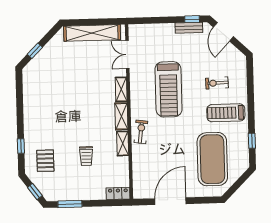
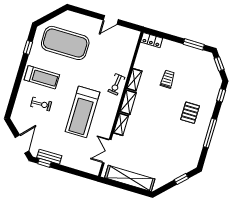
double door: (127, 55) -> (107, 151), swing flipped
treadmill: (168, 89) -> (82, 112), turned 180
window: (20, 112) -> (210, 133), added
window: (21, 146) -> (221, 95), moved
exercise mat: (212, 159) -> (65, 43), turned 90
pallet: (45, 161) -> (190, 113), moved
door: (170, 201) -> (111, 20), width x0.53

